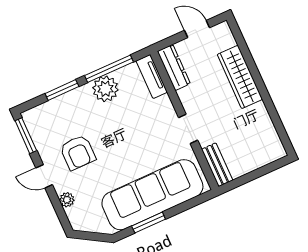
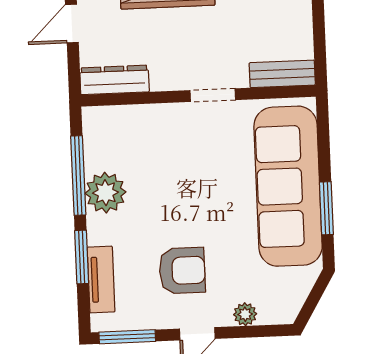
tv unit: (152, 77) -> (101, 279), moved, turned -90

